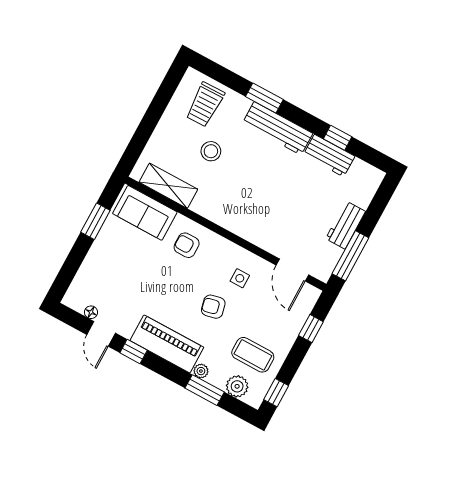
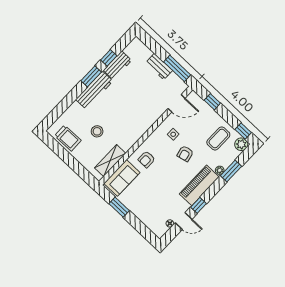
window: (264, 98) -> (91, 76), moved
trolley: (205, 104) -> (68, 138), moved
plant: (237, 386) -> (241, 144), moved

